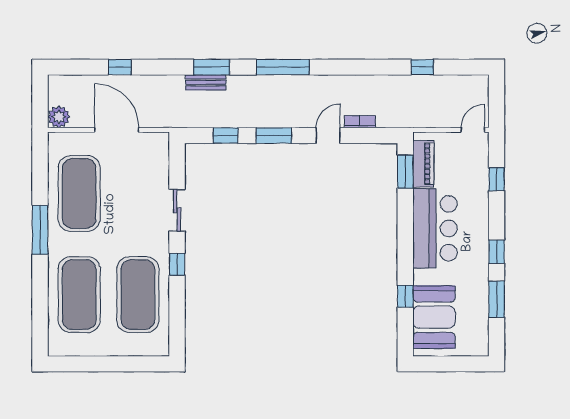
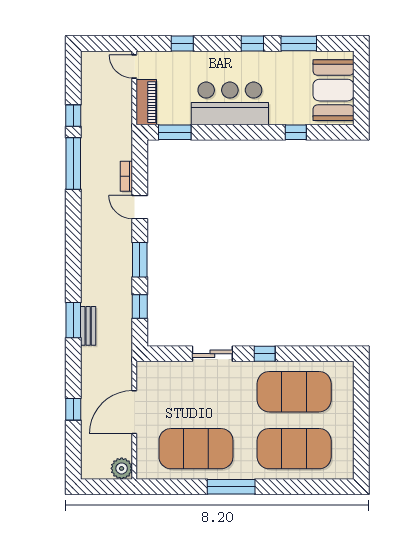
window: (283, 67) -> (73, 164), moved
piano: (423, 164) -> (146, 102), moved, turned 90
booth: (434, 317) -> (333, 90), moved, turned 90

